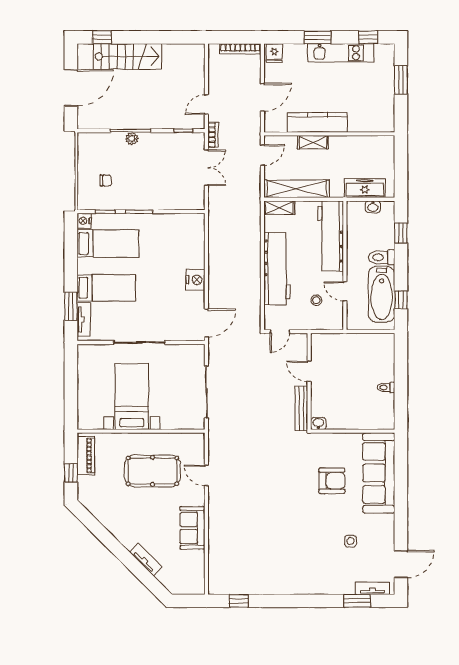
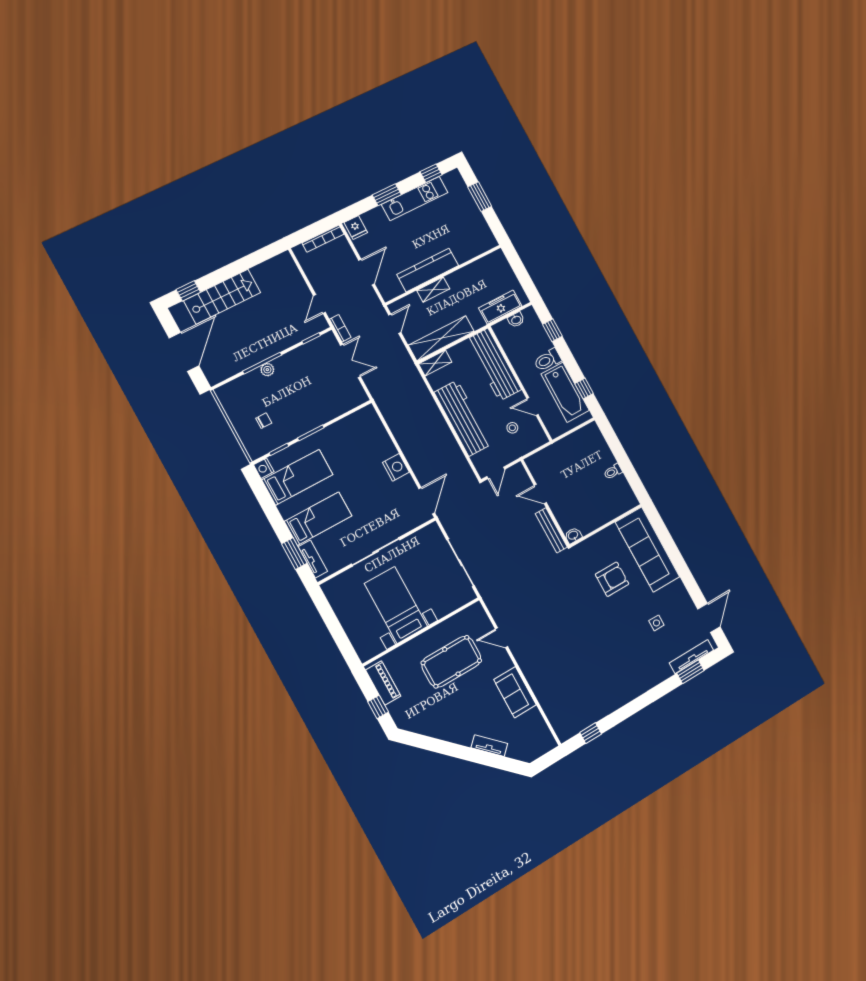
tv unit: (372, 588) -> (691, 657), width x1.41

